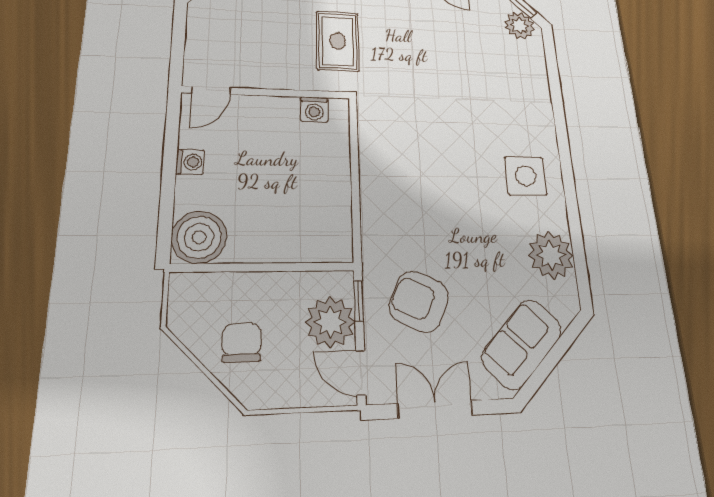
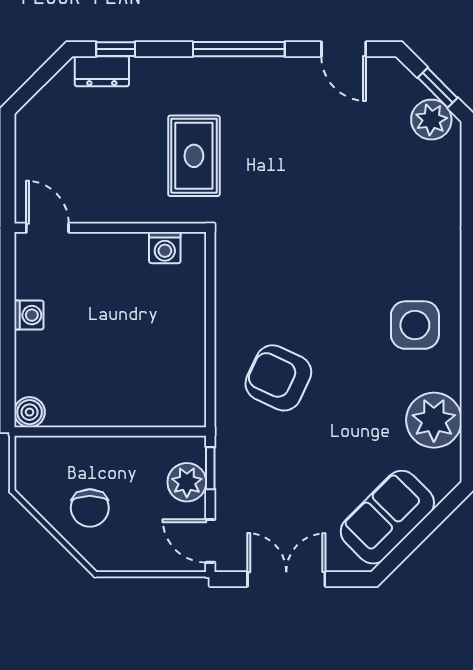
door: (211, 90) -> (47, 228), swing flipped
boiler: (199, 237) -> (30, 412), width x0.54, depth x0.54
armchair: (419, 301) -> (278, 378), moved
plant: (330, 322) -> (187, 482), width x0.73, depth x0.73
chair: (242, 343) -> (90, 508), turned 180

